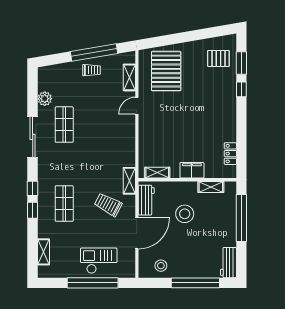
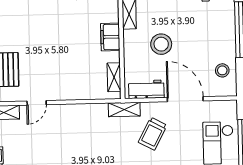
door: (137, 106) -> (37, 103), hinge flipped

